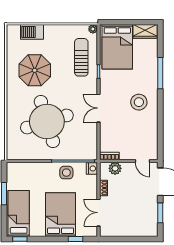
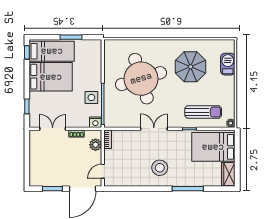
bed: (61, 215) -> (51, 77), moved

